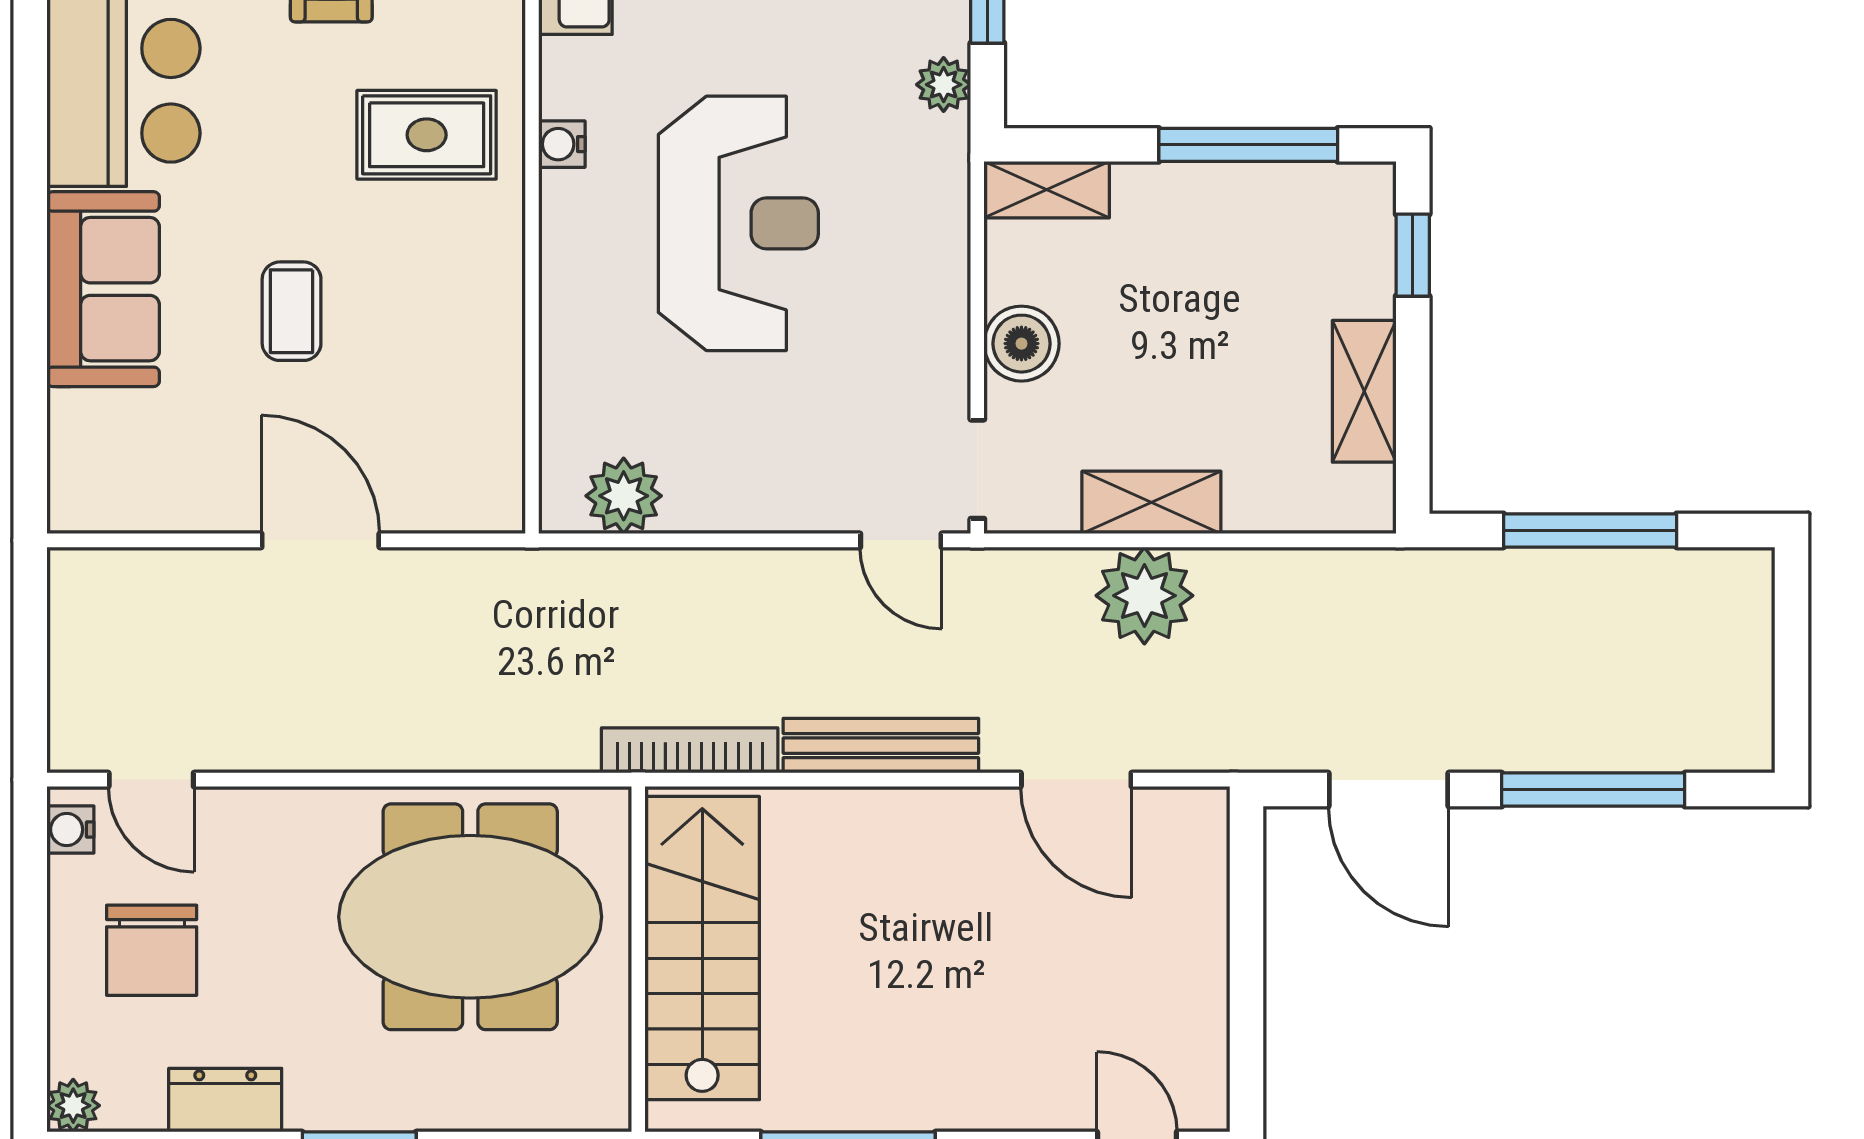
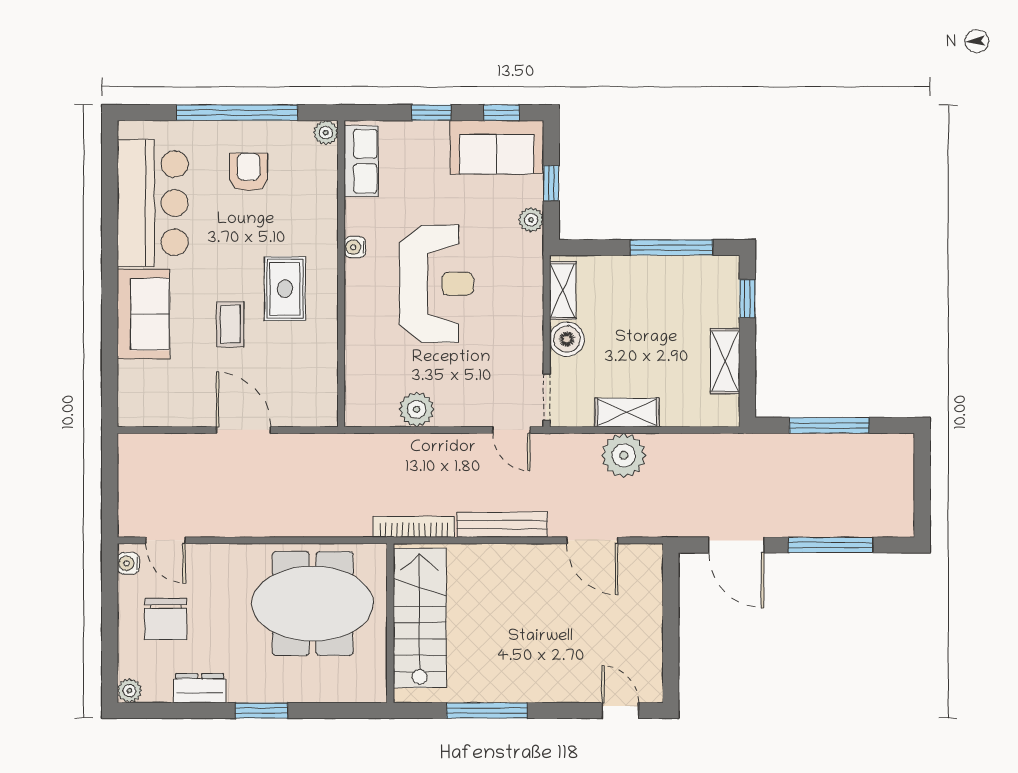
rug: (427, 135) -> (285, 289), moved, turned 90
shelving: (1047, 190) -> (563, 291), moved, turned 90
plant: (624, 496) -> (417, 409), moved

